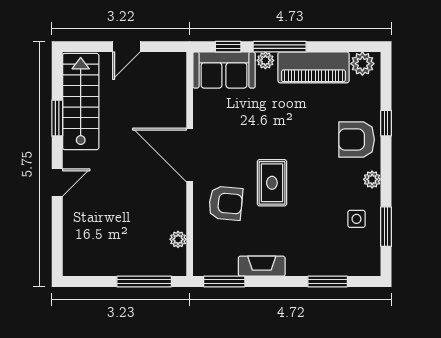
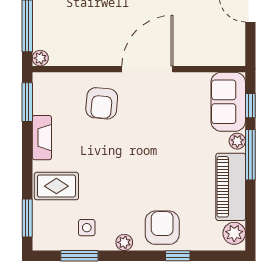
rug: (272, 183) -> (56, 186), moved
plant: (178, 239) -> (40, 58), moved
window: (328, 282) -> (27, 218), moved

